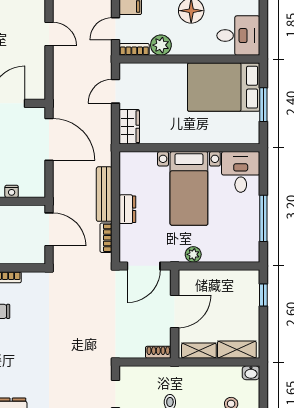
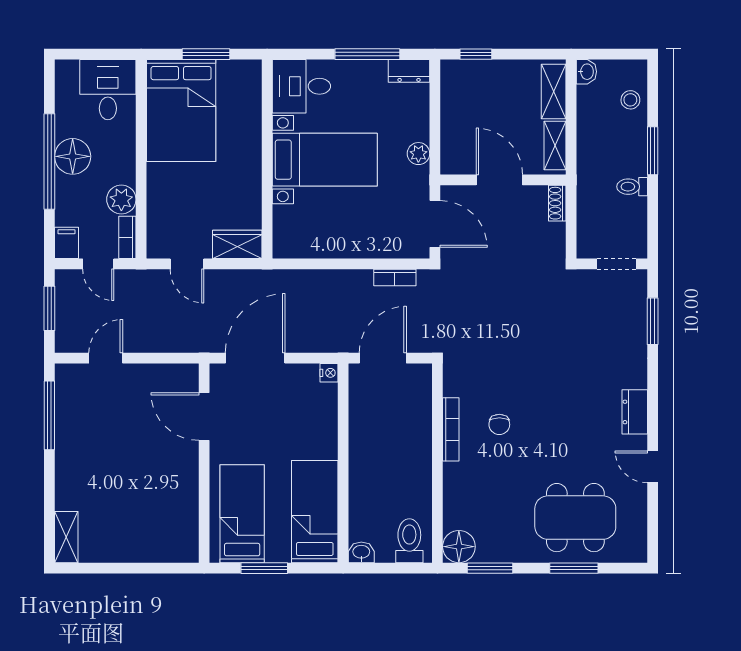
nightstand: (12, 191) -> (329, 373), moved
bench: (104, 194) -> (333, 280), removed
dresser: (127, 209) -> (409, 71), moved, turned 180

